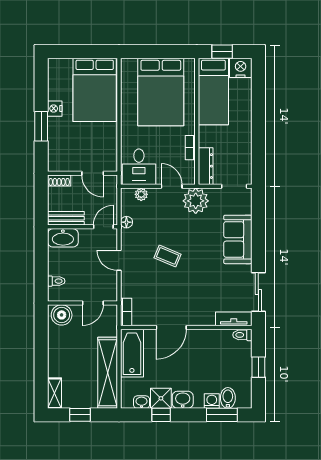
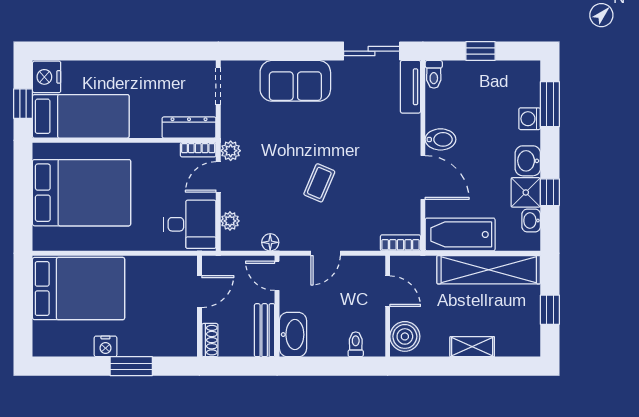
bookcase: (190, 148) -> (198, 150), moved
plant: (196, 201) -> (231, 151), width x0.53, depth x0.53
shelving: (54, 393) -> (472, 347), moved
bidet: (228, 398) -> (441, 139), moved, turned 180

